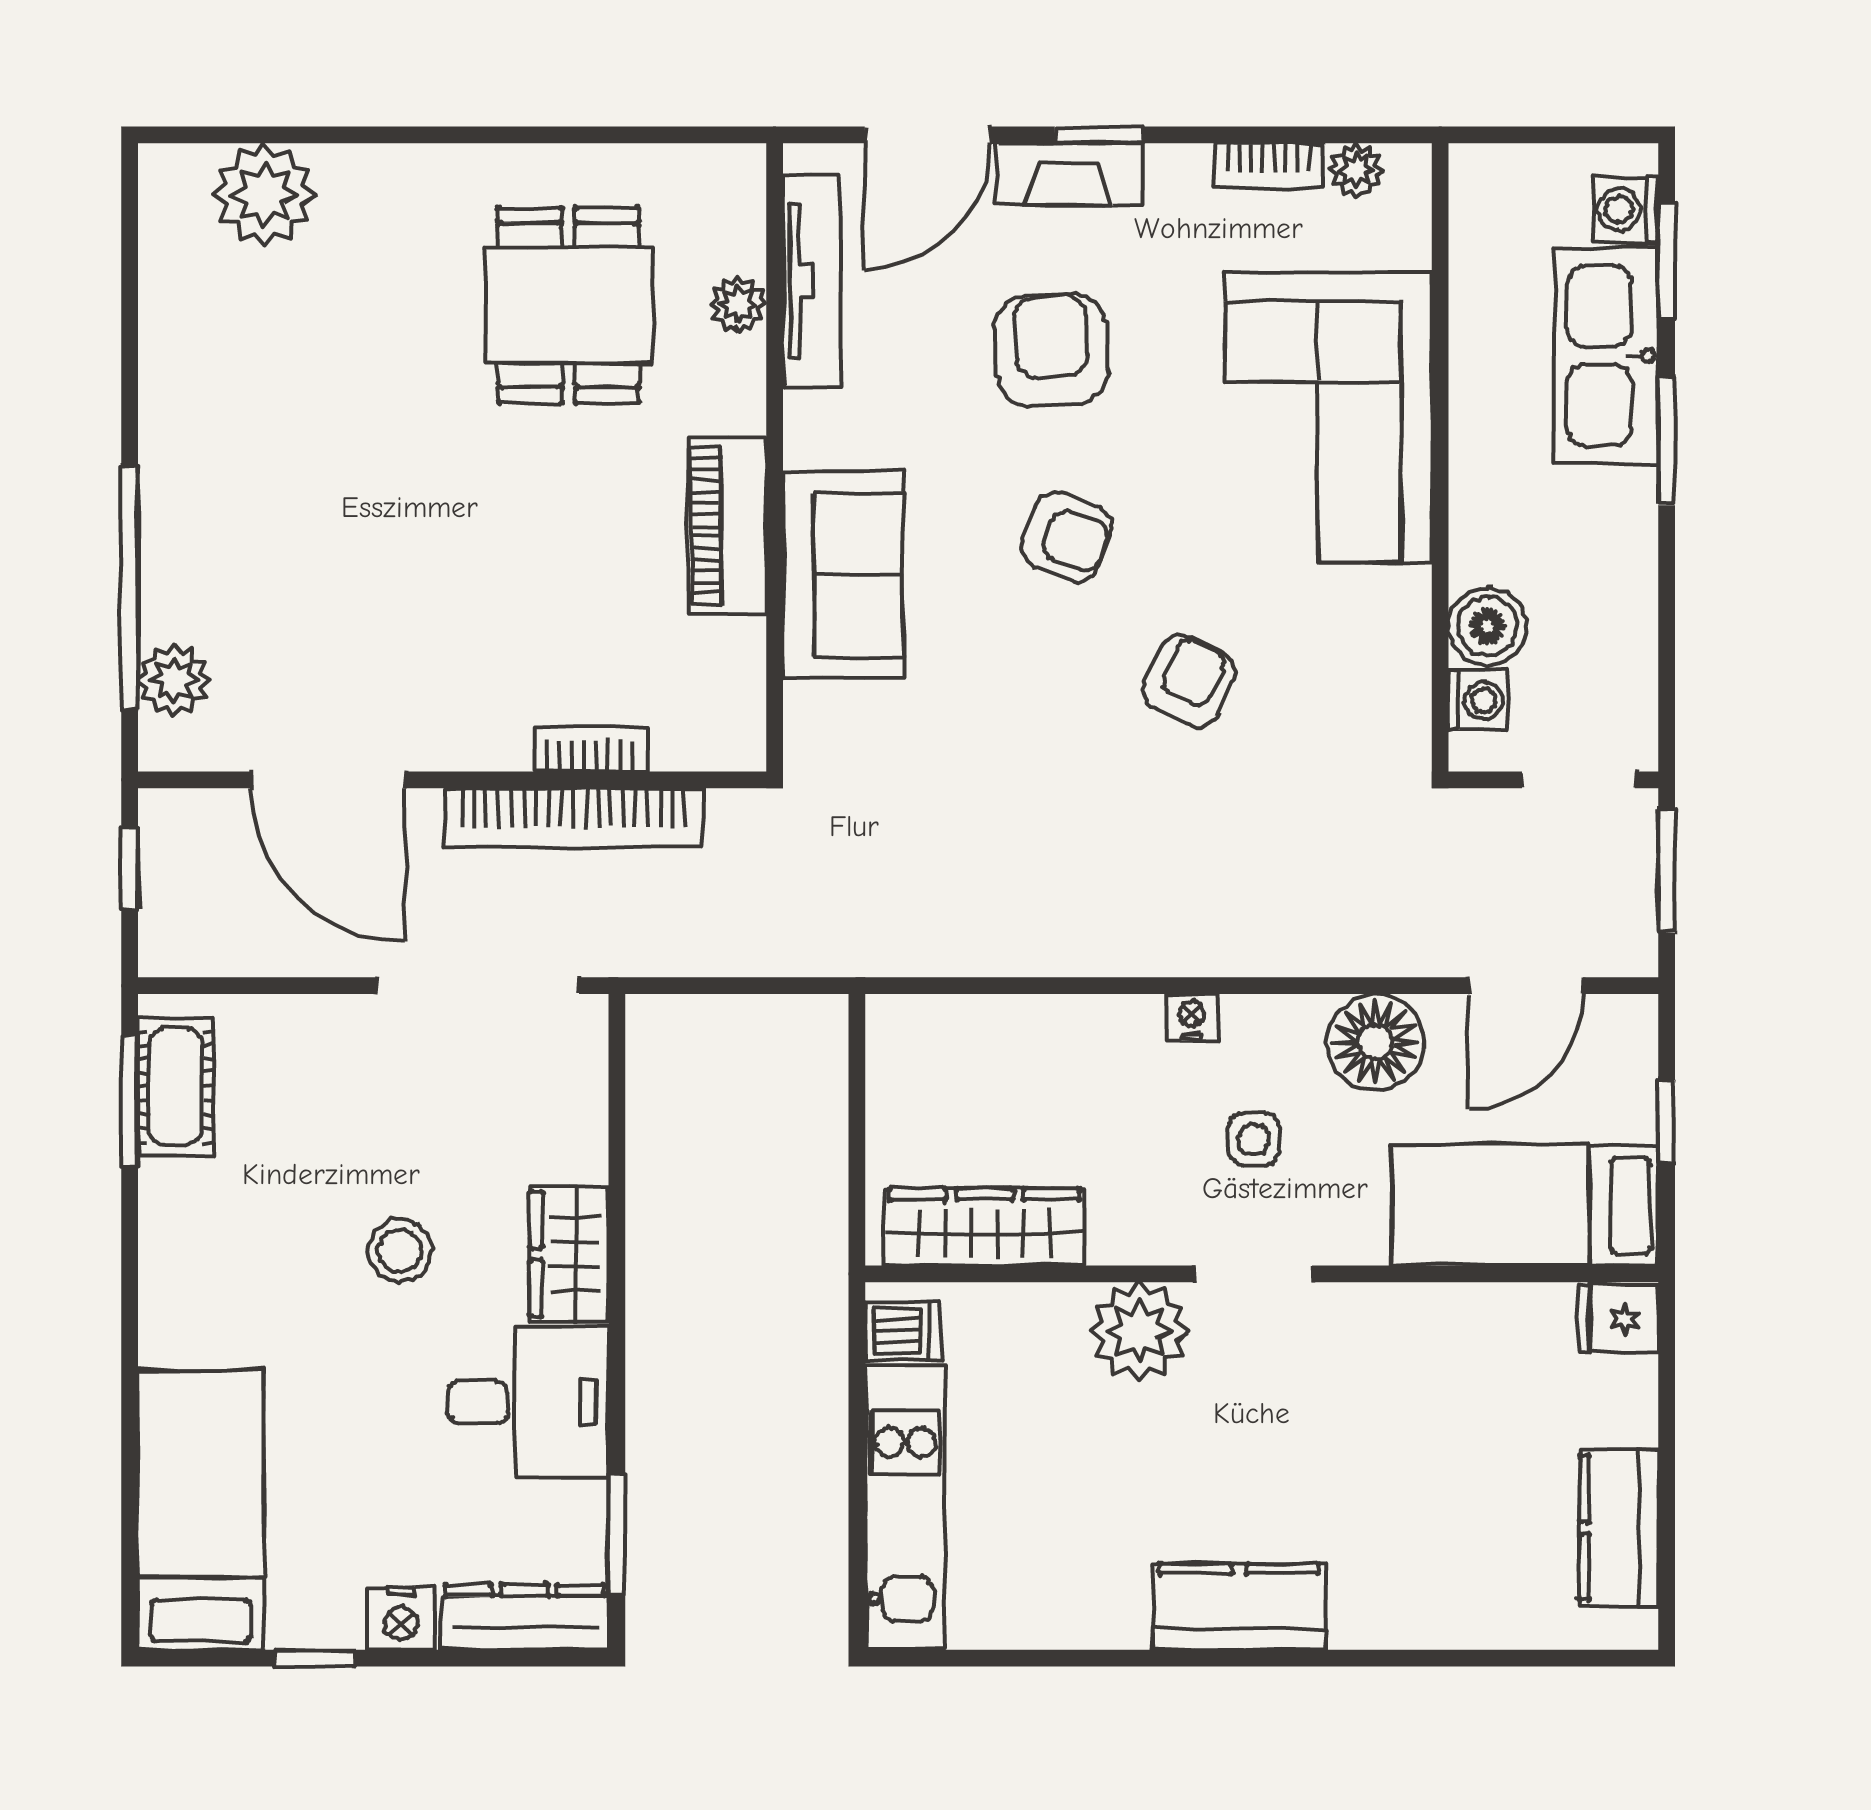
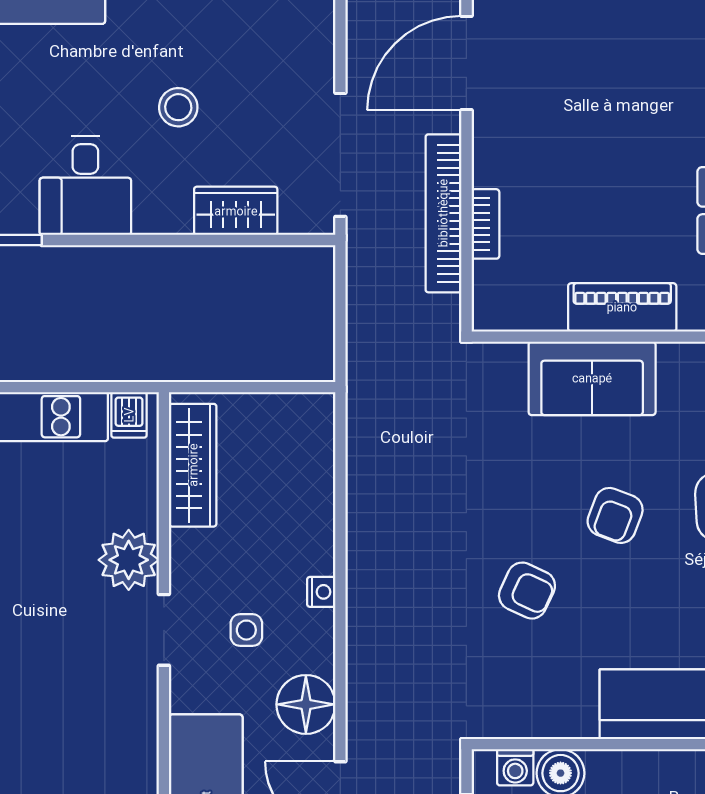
wardrobe: (569, 1254) -> (236, 211), moved

